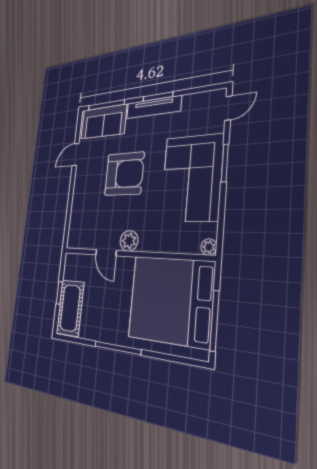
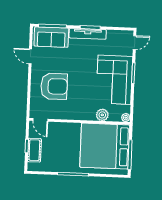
door: (75, 154) -> (30, 56), hinge flipped
armchair: (124, 174) -> (54, 86), moved
plant: (129, 241) -> (102, 115), moved
door: (106, 253) -> (40, 120), moved
cot: (70, 308) -> (34, 150), width x0.73, depth x0.75

